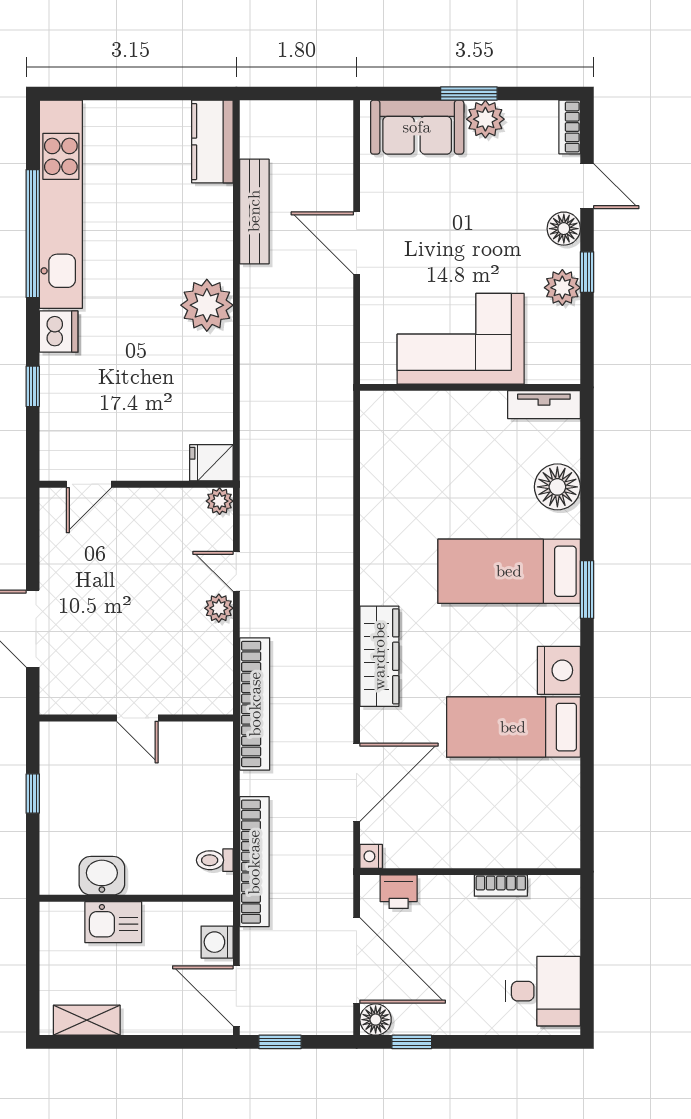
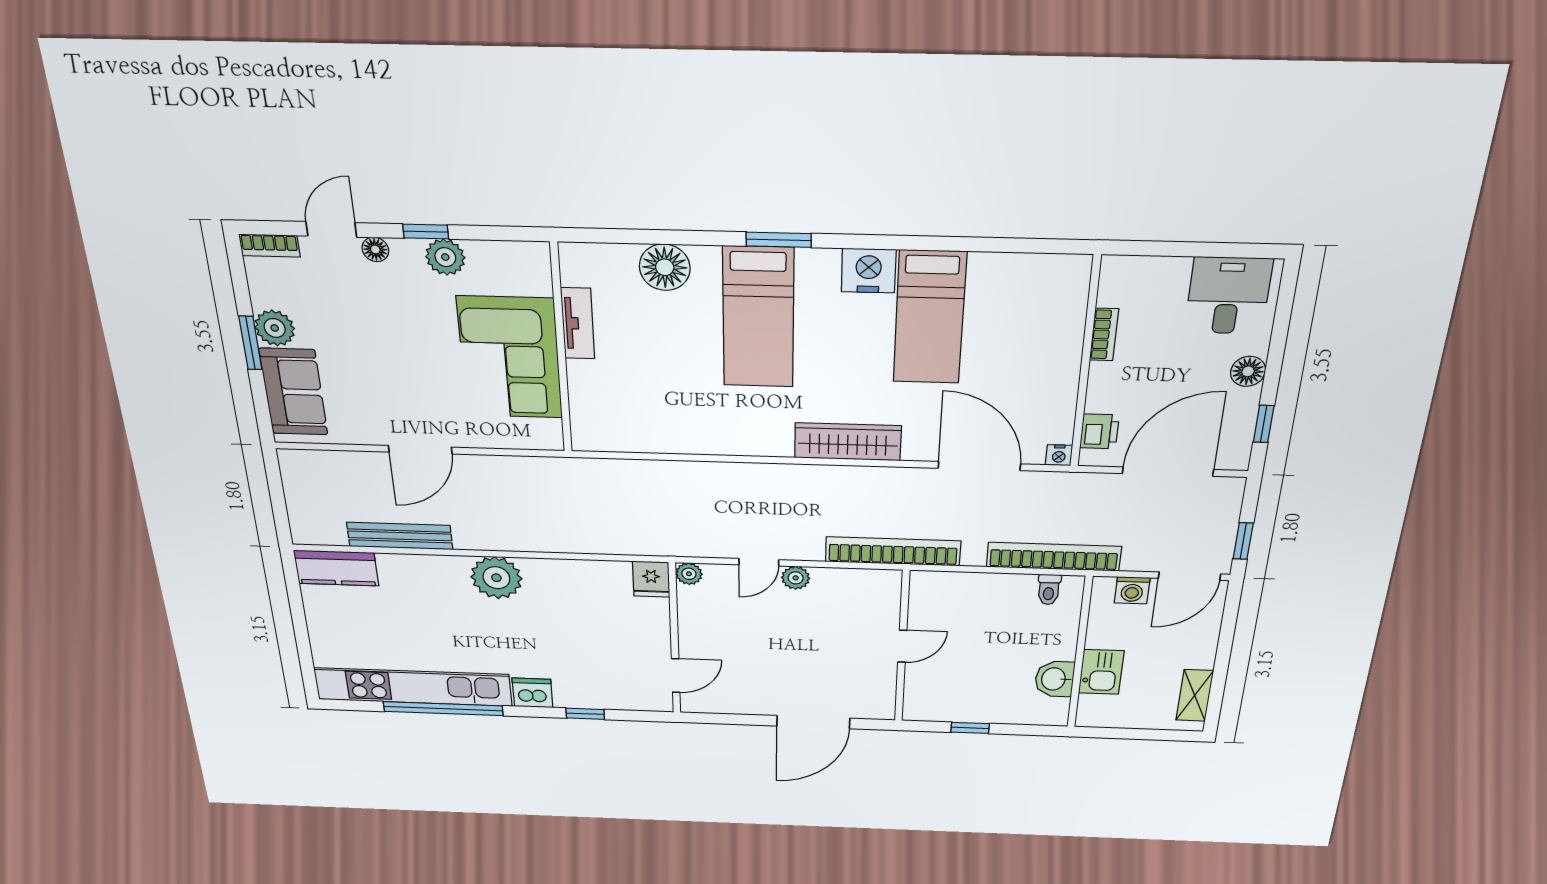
floor lamp: (564, 229) -> (375, 249), width x0.73, depth x0.73
tv unit: (544, 405) -> (578, 323), moved
door: (89, 484) -> (676, 676), hinge flipped
floor lamp: (376, 1020) -> (1248, 371), moved

